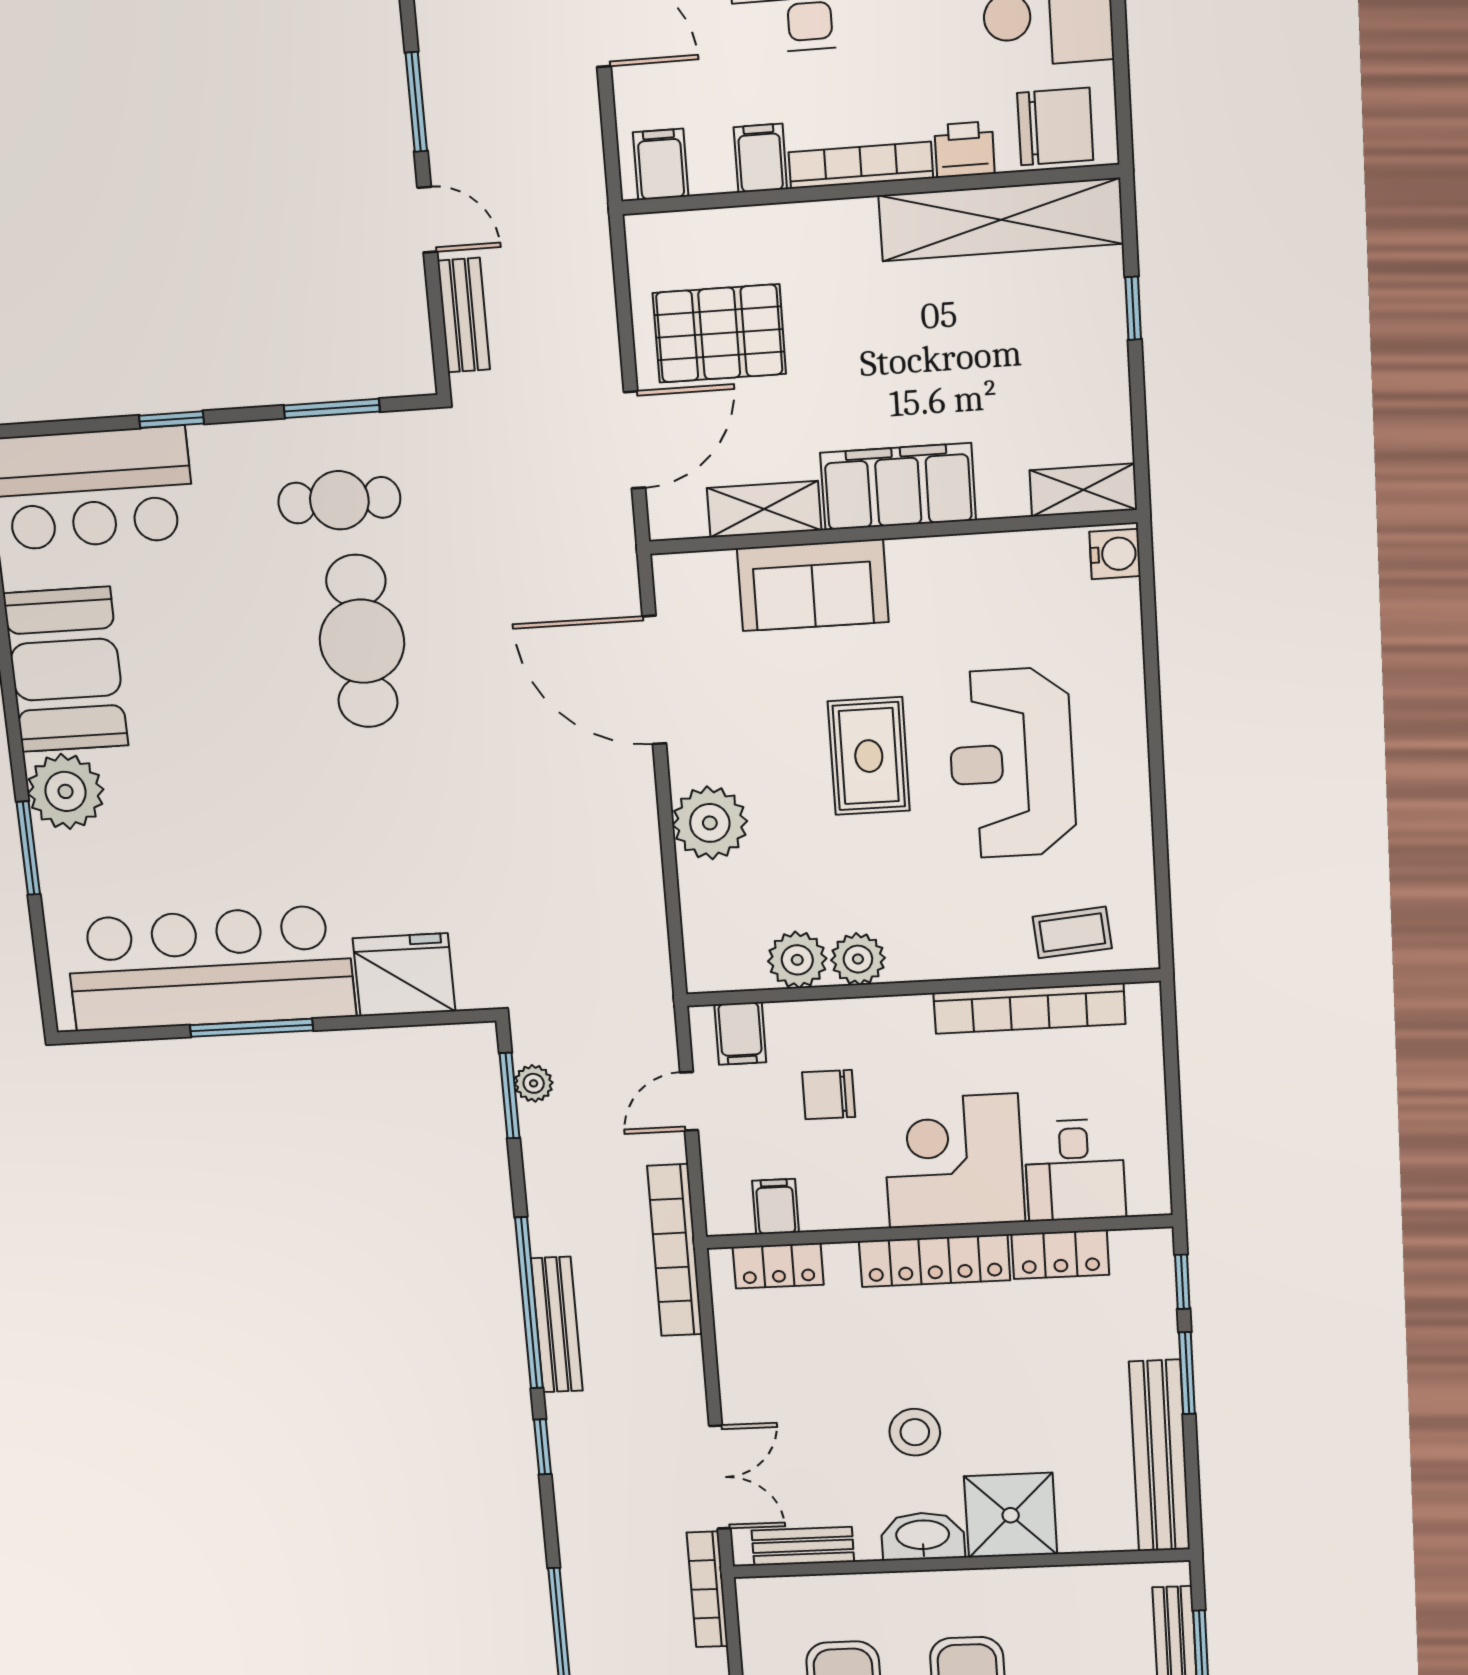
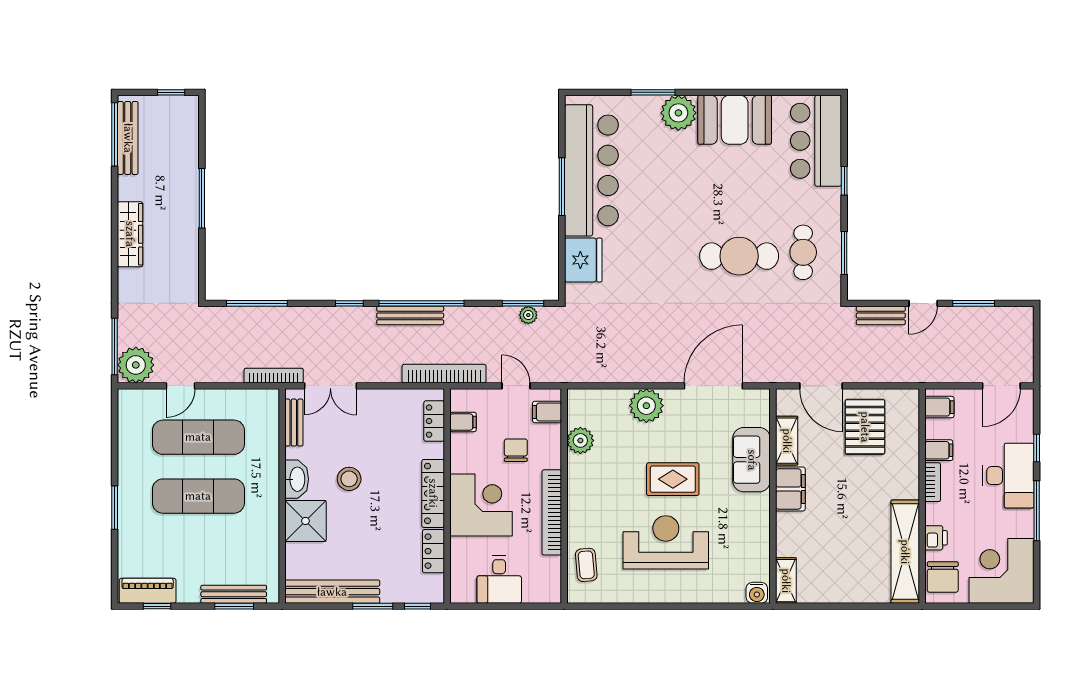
bookcase: (861, 165) -> (933, 482), width x0.64
window: (1133, 308) -> (863, 606), removed
filing cabinet: (898, 486) -> (790, 489), width x0.67, depth x0.86
plant: (858, 959) -> (579, 468), removed
bookcase: (1029, 1008) -> (552, 512), moved
desk: (1075, 1170) -> (499, 580), moved, turned -90

